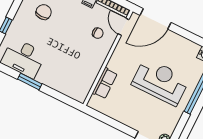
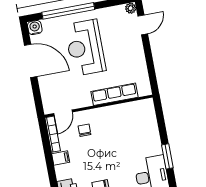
door: (155, 19) -> (31, 61), moved
row of seats: (105, 83) -> (114, 94), width x1.48

